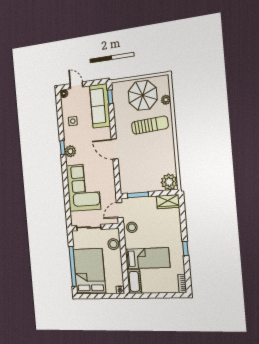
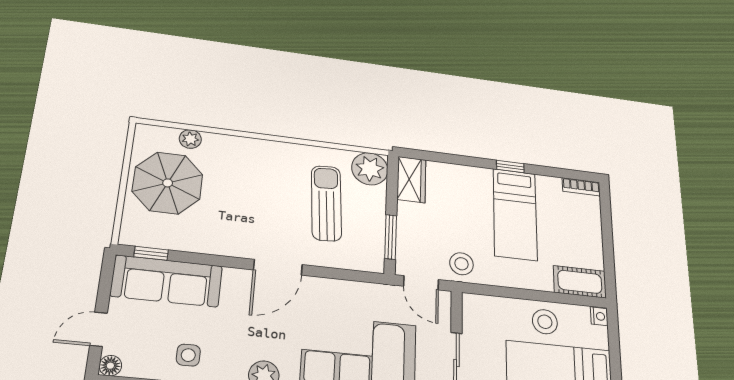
sun lounger: (150, 125) -> (326, 203), moved
stool: (113, 244) -> (545, 322), moved
bed: (147, 258) -> (515, 214), moved, turned 180

